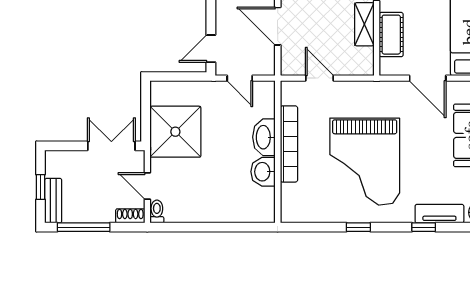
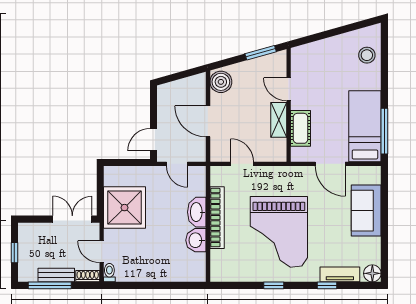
bench: (53, 201) -> (56, 275), moved, turned 90

